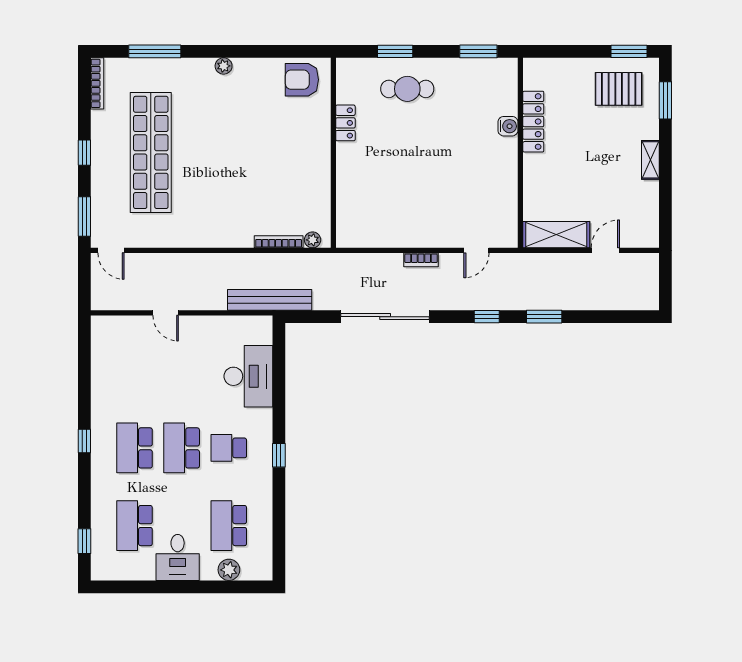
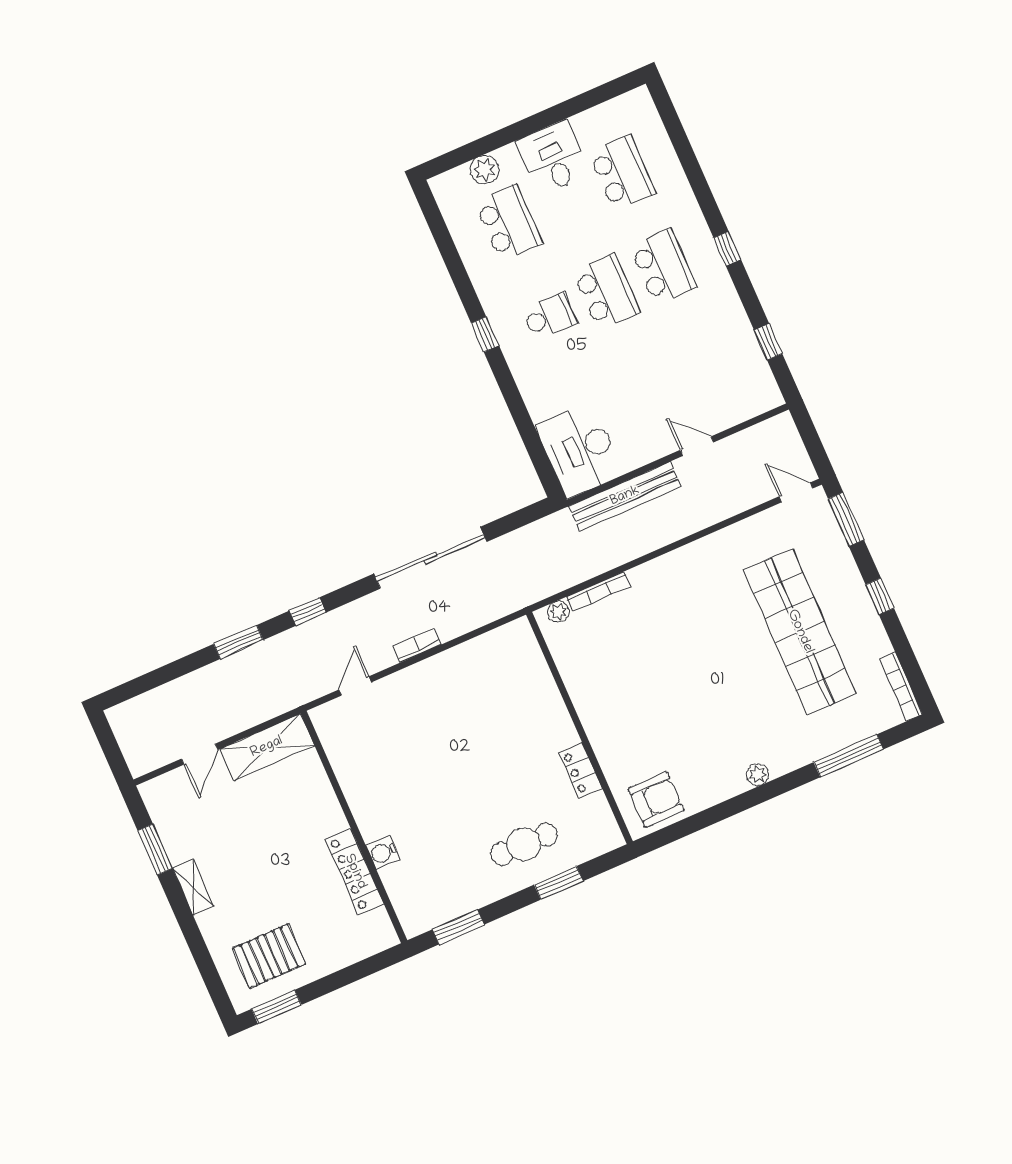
window: (665, 100) -> (155, 849), moved
bench: (270, 300) -> (625, 496), moved
desk: (248, 376) -> (579, 450), moved
window: (84, 541) -> (768, 342), moved

